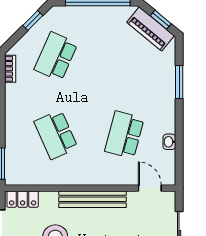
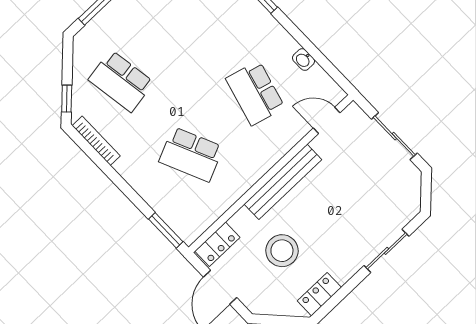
window: (33, 21) -> (67, 99), moved
school desk: (56, 56) -> (121, 81), turned -33
bookcase: (10, 69) -> (96, 141), width x1.56

